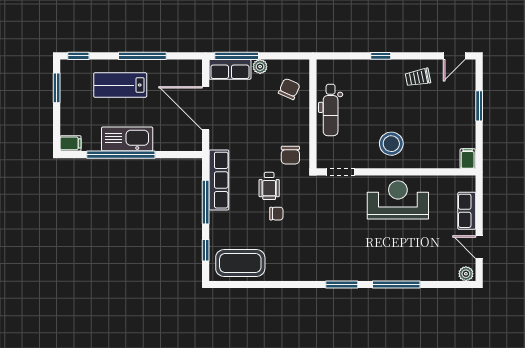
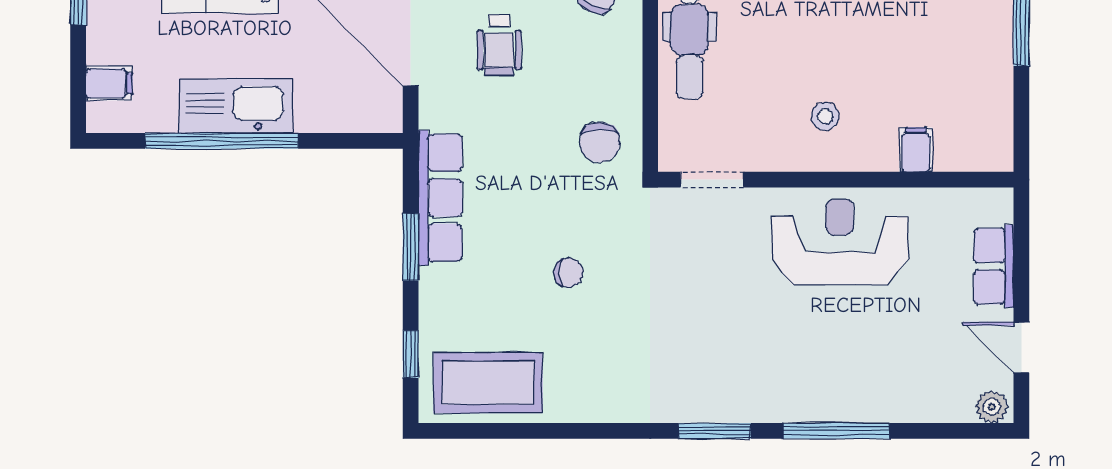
filing cabinet: (71, 143) -> (109, 83), moved
stool: (391, 144) -> (825, 116), width x0.53, depth x0.53
filing cabinet: (468, 159) -> (916, 150), moved
wheelchair: (269, 186) -> (499, 45), moved
window: (206, 202) -> (411, 247), width x0.69

